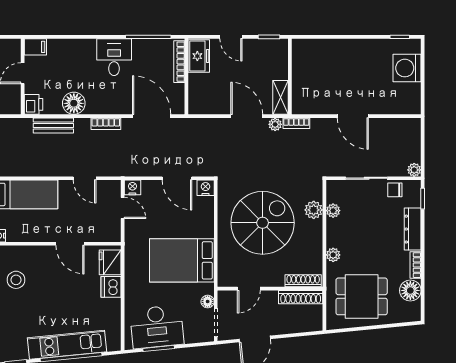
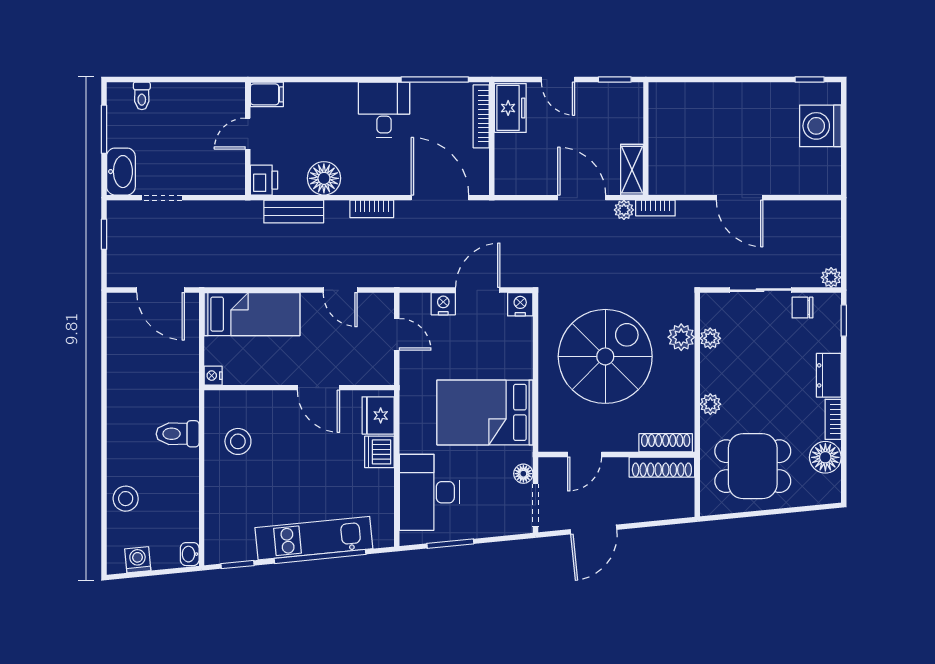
door: (177, 178) -> (478, 290), swing flipped
nightstand: (132, 187) -> (443, 304), moved
dresser: (413, 229) -> (829, 375), width x0.70
desk: (157, 327) -> (429, 492), moved, turned 96

